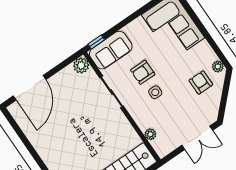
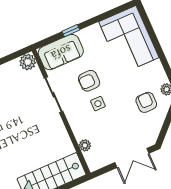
window: (96, 42) -> (71, 31), moved

